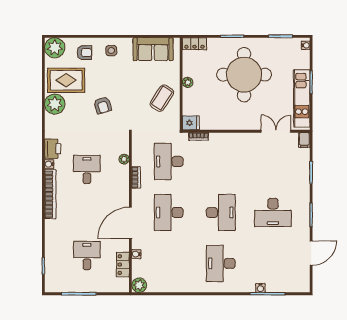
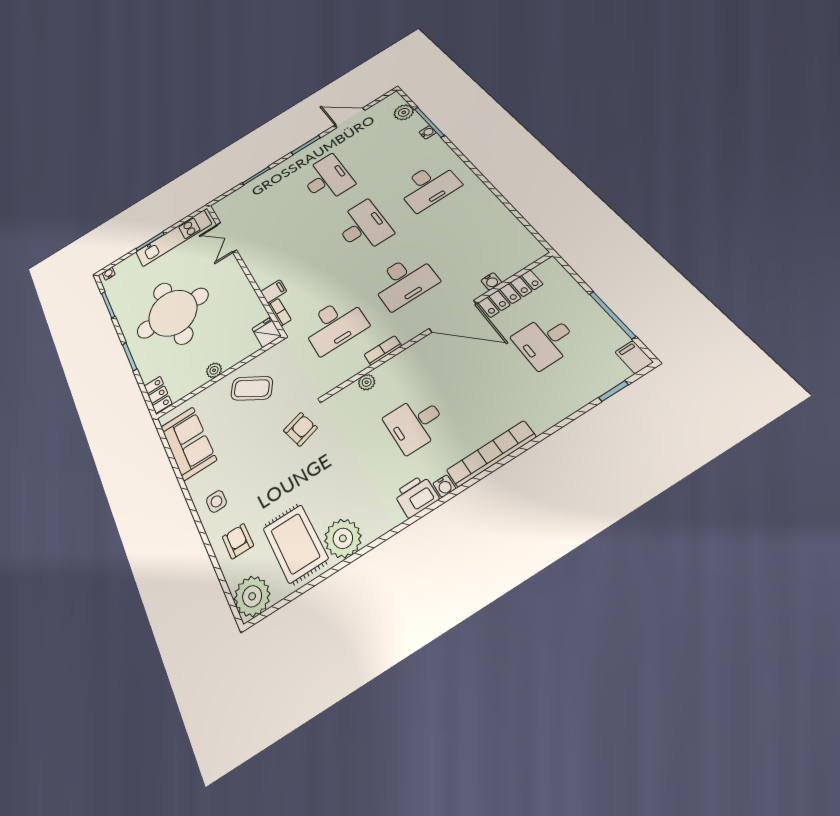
armchair: (103, 105) -> (300, 429), moved
filing cabinet: (304, 140) -> (274, 291), moved
desk: (221, 212) -> (363, 227), turned 90
locker: (123, 265) -> (510, 294), width x1.53
plant: (139, 285) -> (404, 112), moved
filing cabinet: (53, 286) -> (634, 357), added

